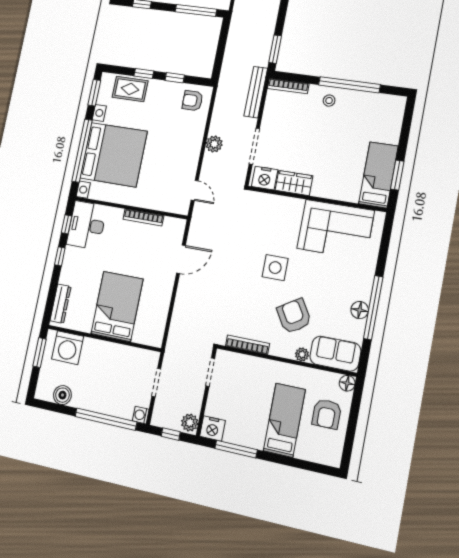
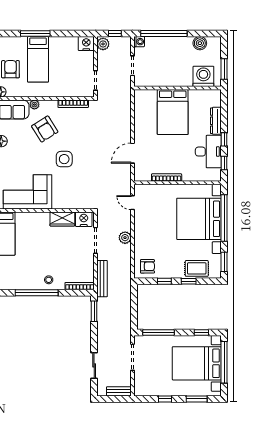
desk: (87, 225) -> (208, 152), moved
dresser: (60, 304) -> (216, 121), moved
window: (236, 449) -> (35, 34), moved

